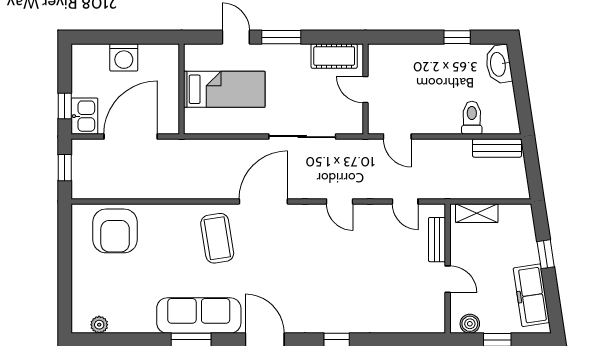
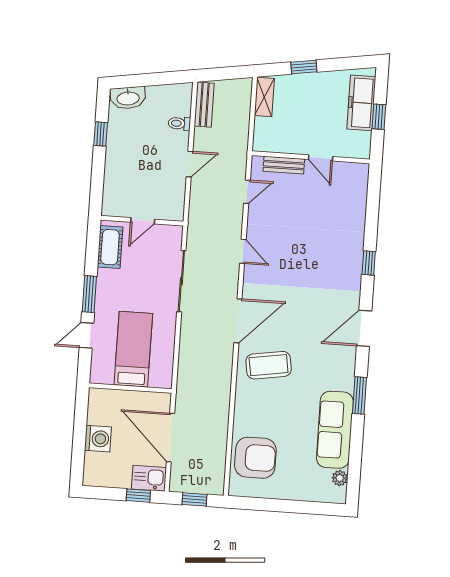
toilet: (472, 118) -> (179, 123), width x0.73, depth x0.72
door: (397, 137) -> (190, 164), moved
door: (263, 201) -> (238, 321), swing flipped
door: (340, 201) -> (243, 251), hinge flipped
shelving: (477, 213) -> (264, 97), moved
door: (448, 279) -> (320, 158), swing flipped
freezer: (531, 295) -> (361, 103), moved, turned 99
sofa: (199, 316) -> (335, 430), moved
boiler: (470, 324) -> (362, 141), removed

